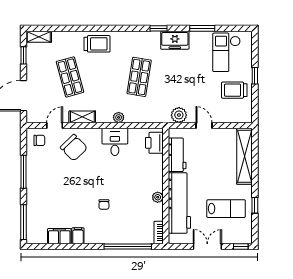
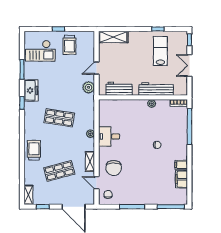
printer: (154, 143) -> (110, 106), removed
chair: (74, 148) -> (114, 168), turned 134
shelving: (245, 156) -> (113, 37), width x0.68
workbench: (179, 203) -> (156, 89), width x0.73, depth x0.76

